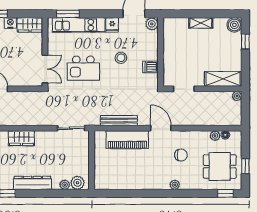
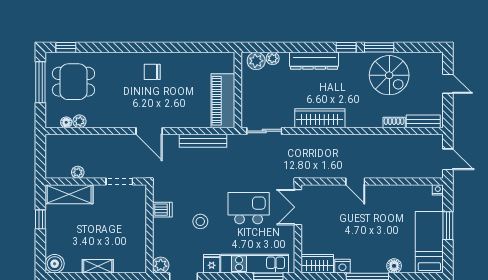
window: (245, 42) -> (40, 219), moved
plant: (237, 96) -> (78, 172), moved
wardrobe: (21, 138) -> (320, 118), width x1.50
piano: (127, 140) -> (223, 101), moved, turned -90
chair: (181, 155) -> (152, 72), moved
window: (245, 166) -> (40, 82), width x2.17
plant: (175, 185) -> (131, 58), removed

